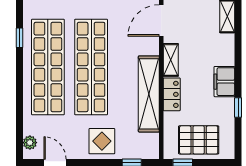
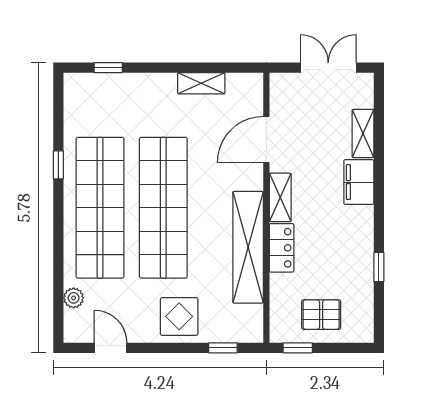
filing cabinet: (224, 82) -> (359, 182), moved
pallet: (199, 140) -> (321, 315), width x0.67, depth x0.71
plant: (30, 143) -> (74, 298), moved

